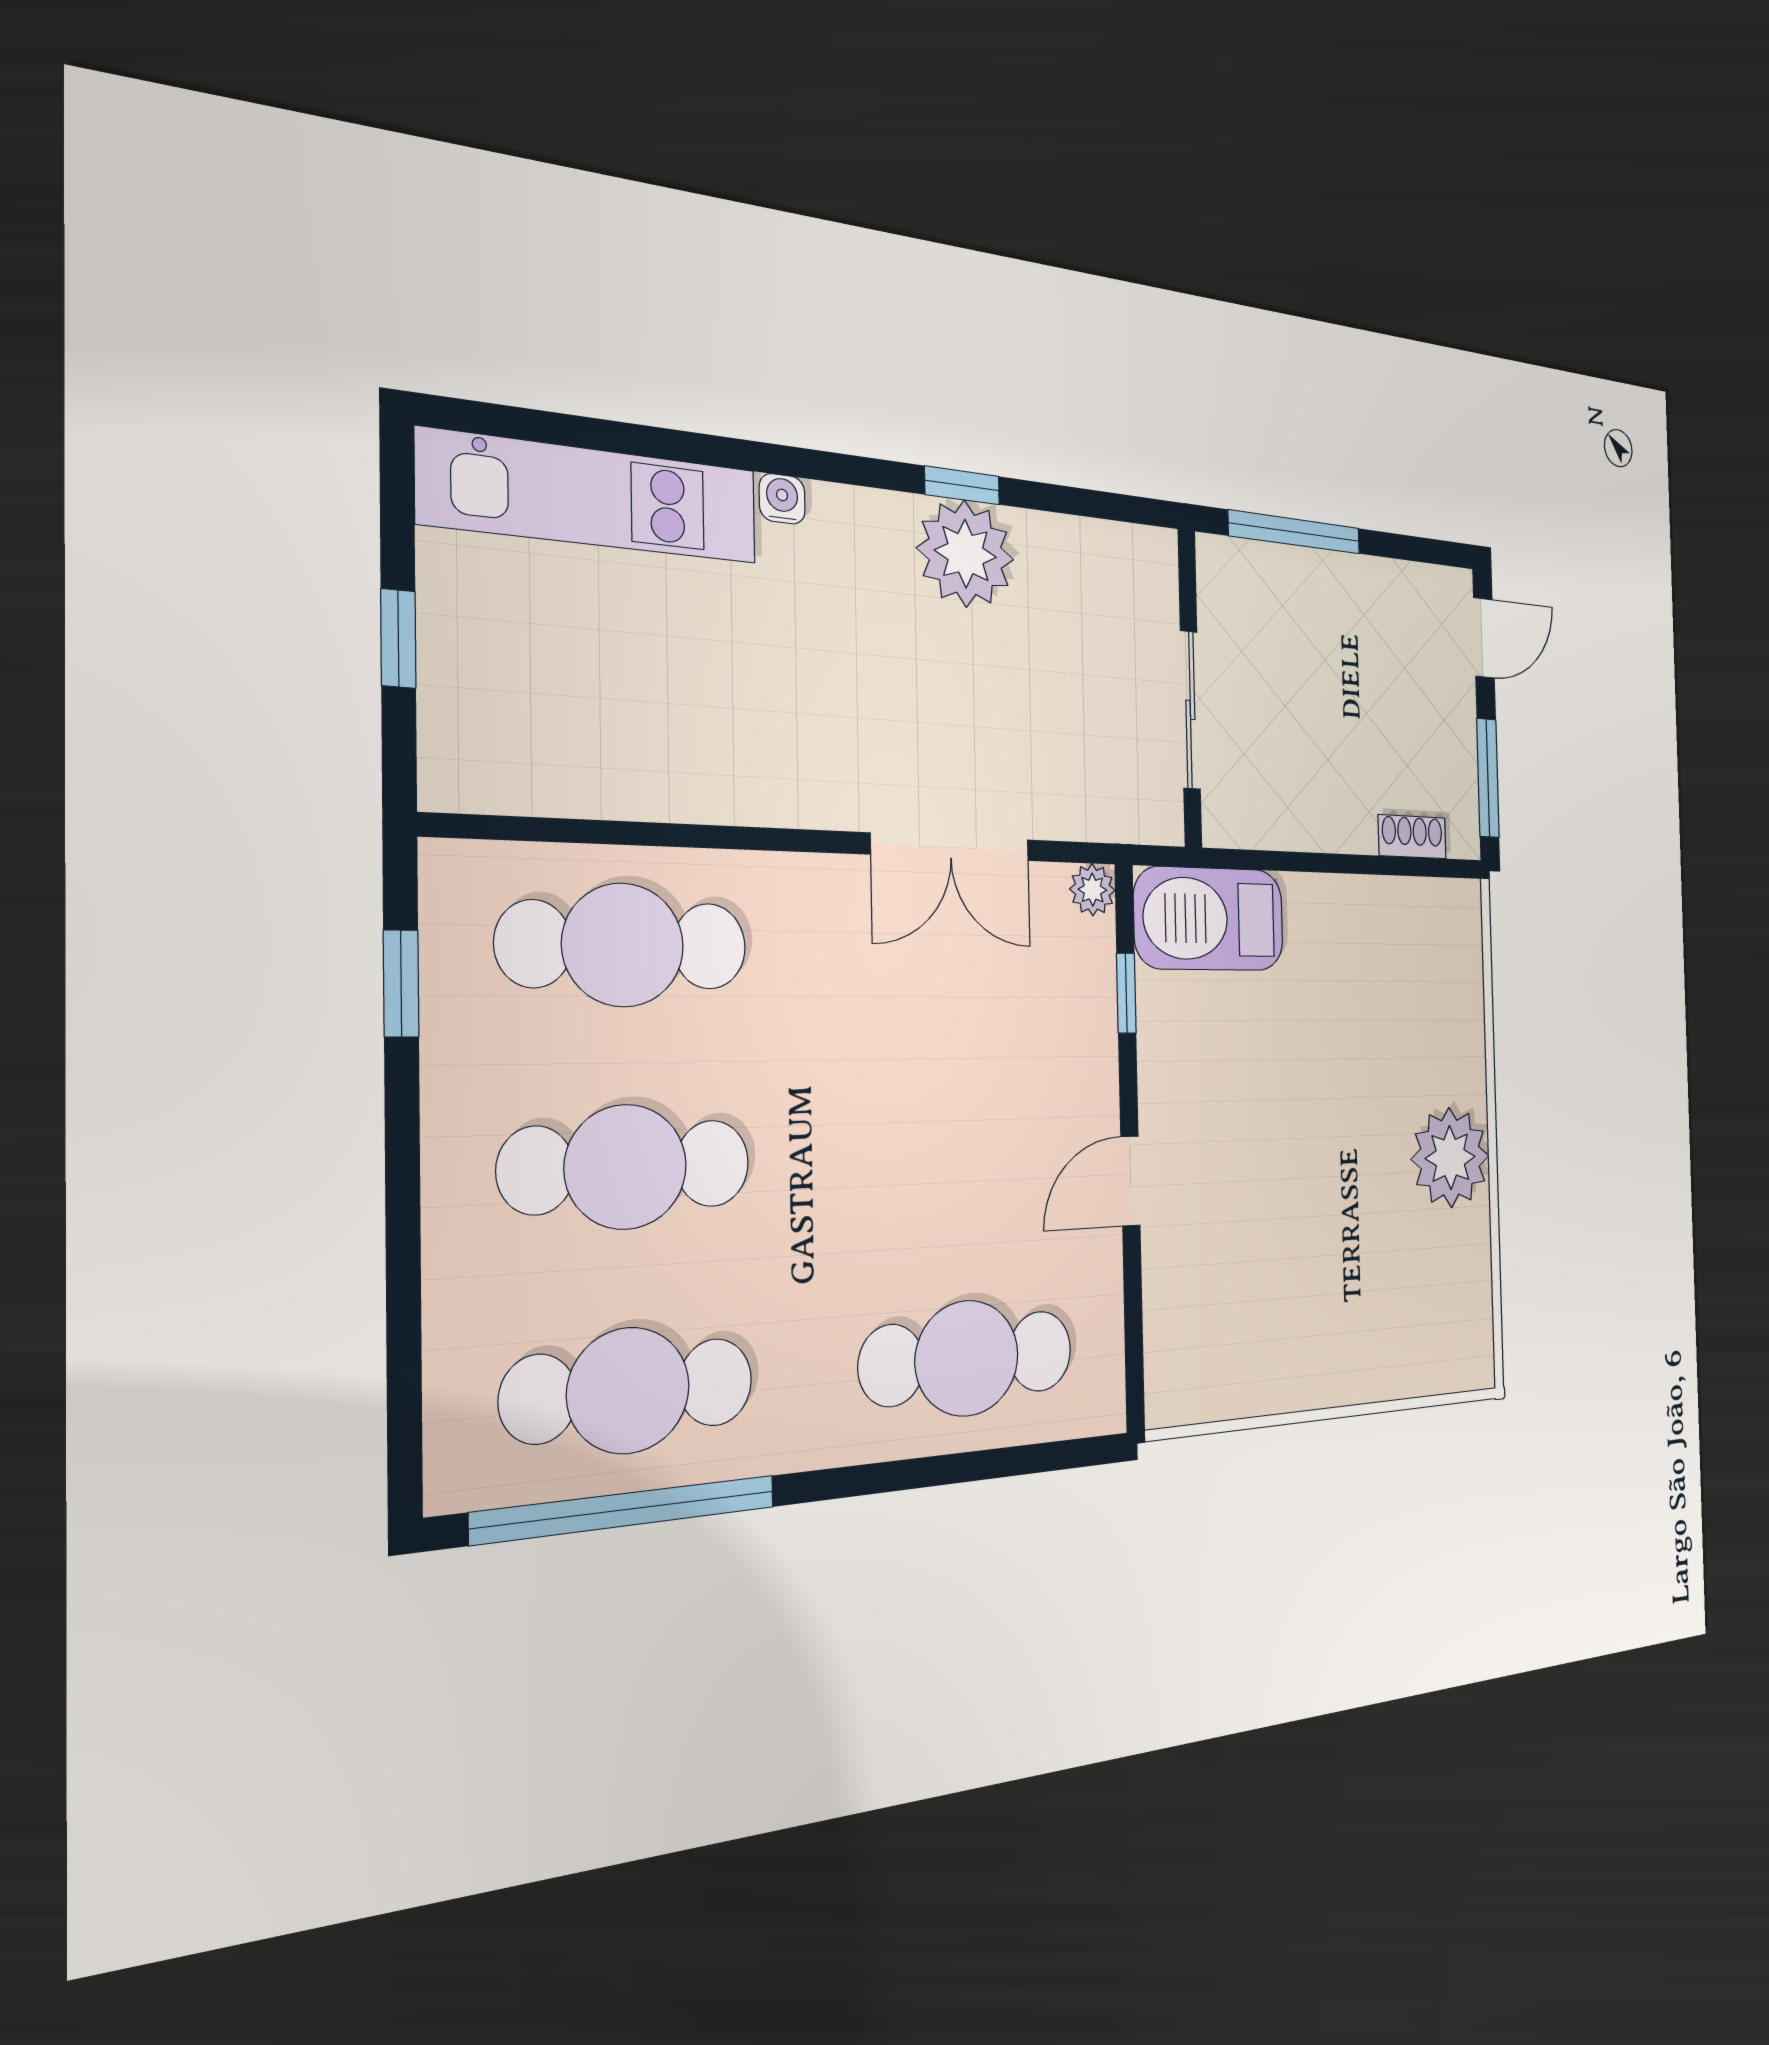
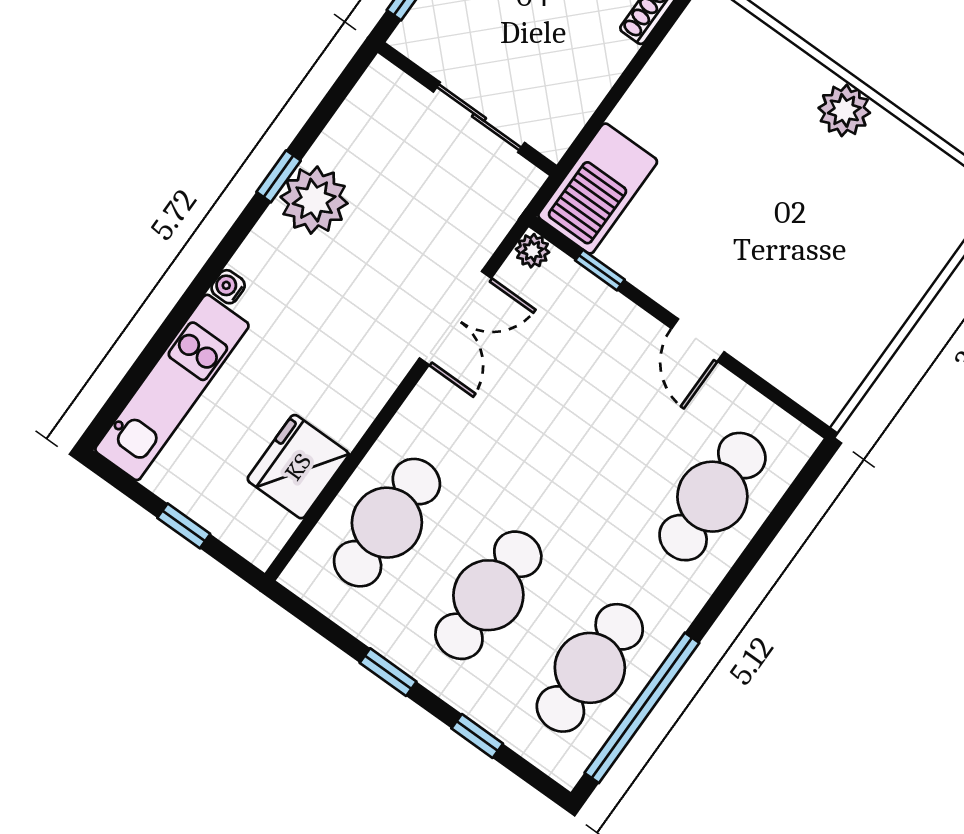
fridge: (610, 759) -> (298, 467), added
window: (401, 984) -> (388, 672), moved
plant: (1450, 1158) -> (844, 110), width x0.73, depth x0.73
window: (404, 1313) -> (477, 736), added

